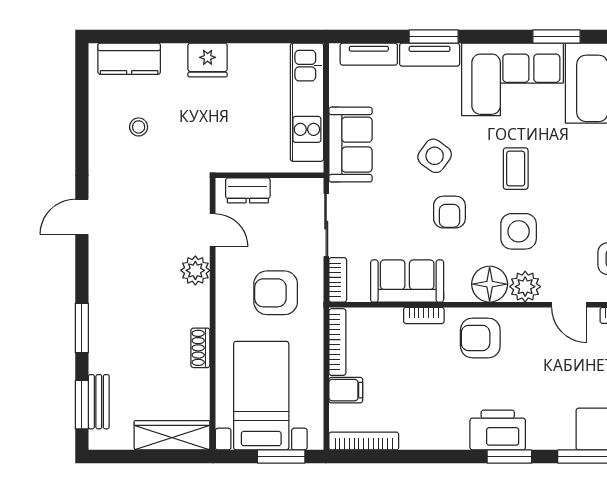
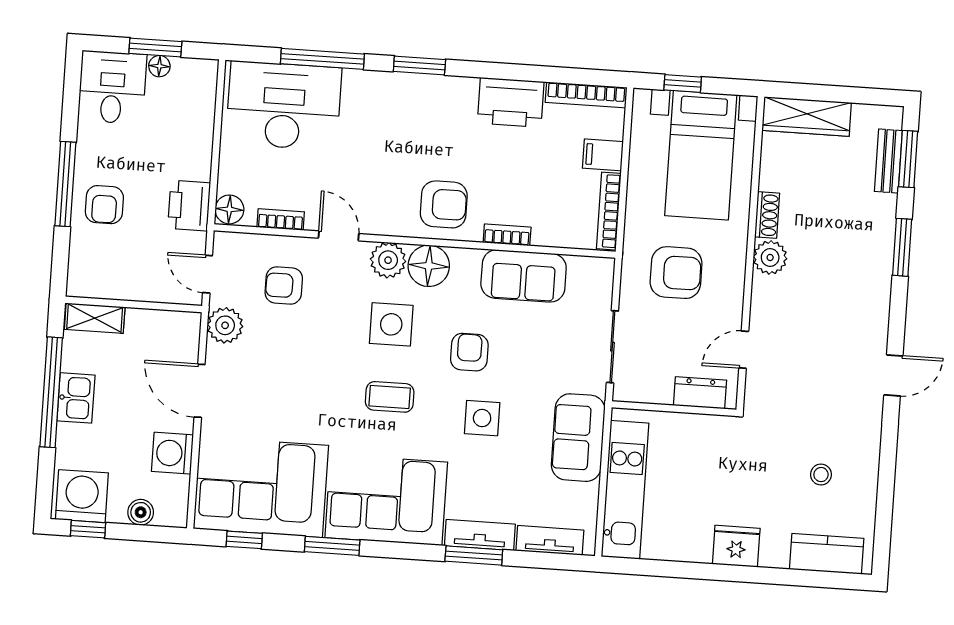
side table: (435, 156) -> (482, 418), turned -36
coffee table: (516, 169) -> (390, 397), turned 90
door: (213, 230) -> (744, 350), hinge flipped
plant: (195, 270) -> (770, 257), moved
bookcase: (338, 280) -> (603, 283), removed
printer: (498, 430) -> (511, 102), moved
window: (281, 457) -> (683, 83), width x0.67

